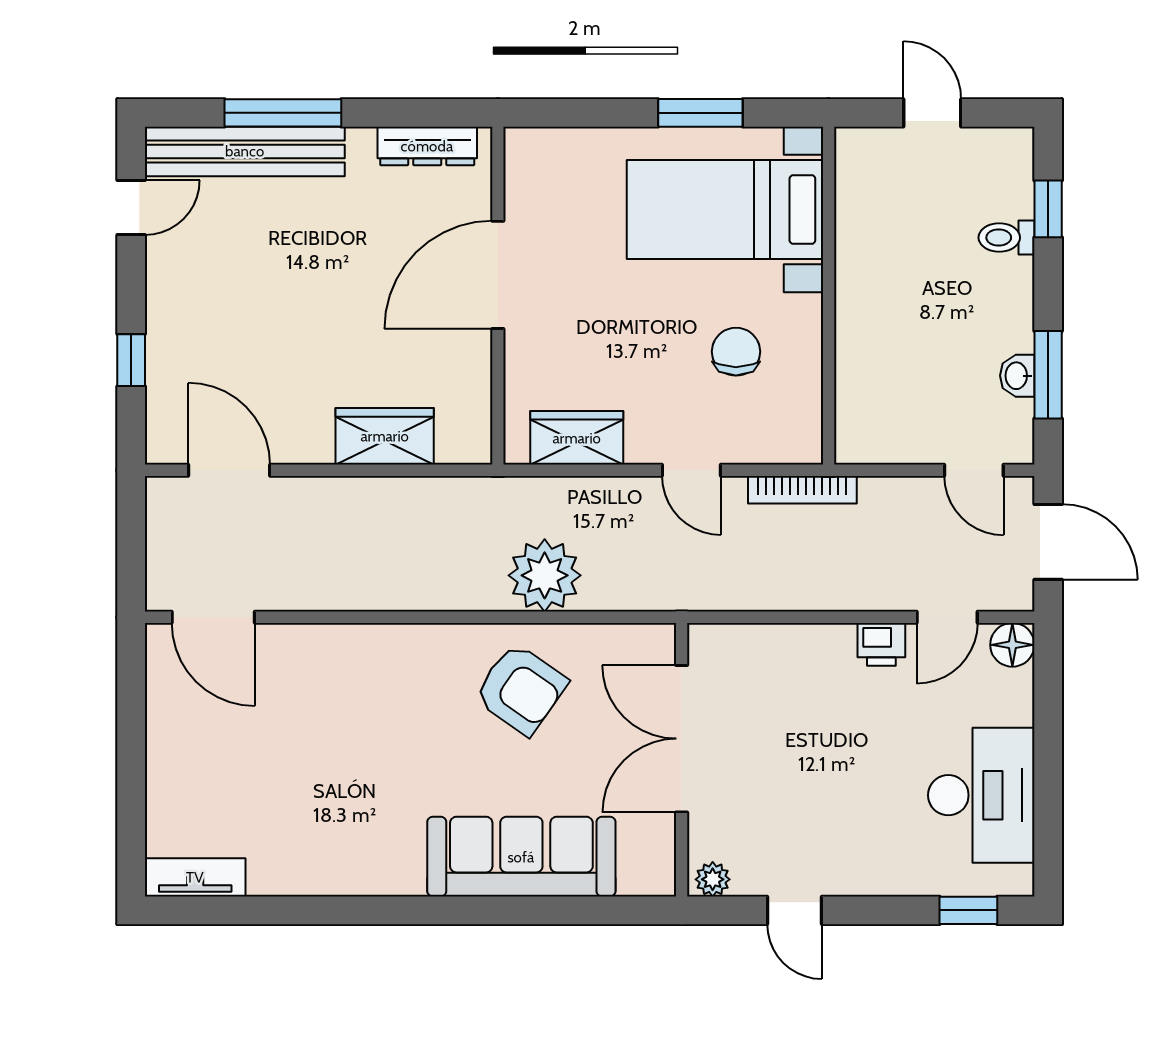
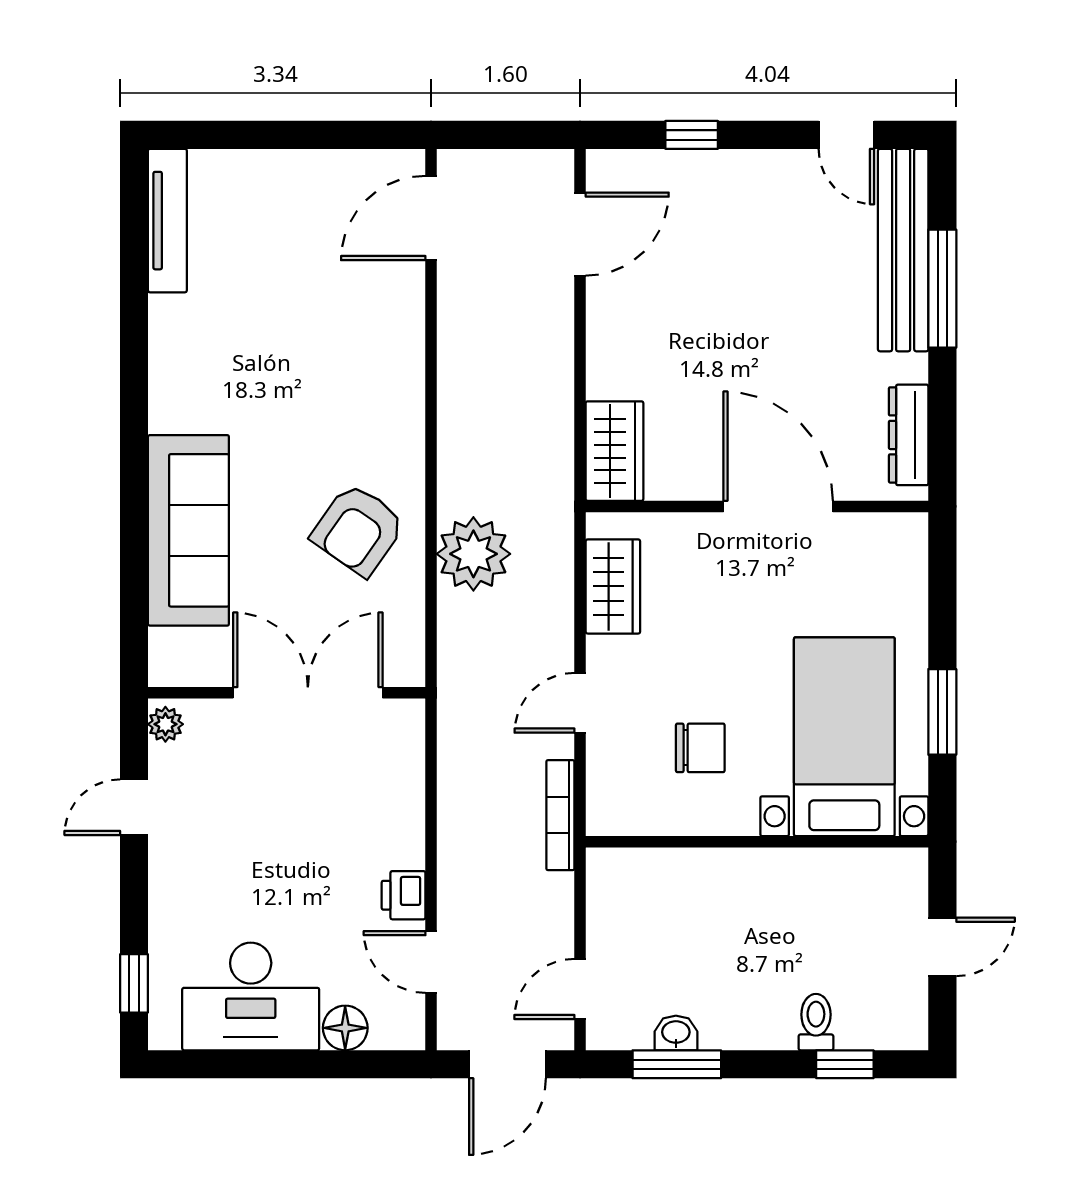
wardrobe: (385, 436) -> (614, 451), moved
floor lamp: (1012, 645) -> (345, 1028), moved
tv unit: (195, 877) -> (167, 221), width x1.41

